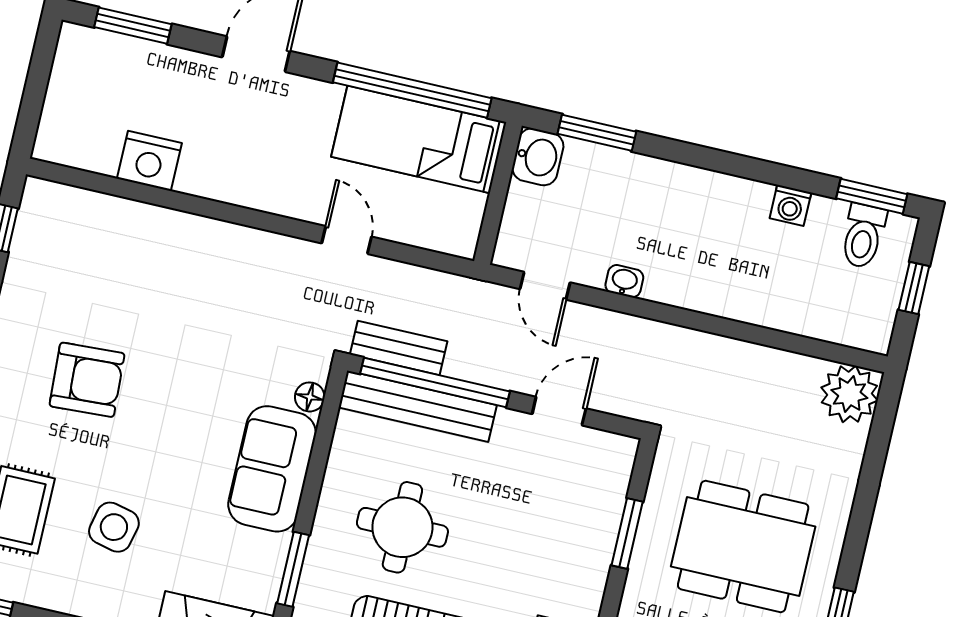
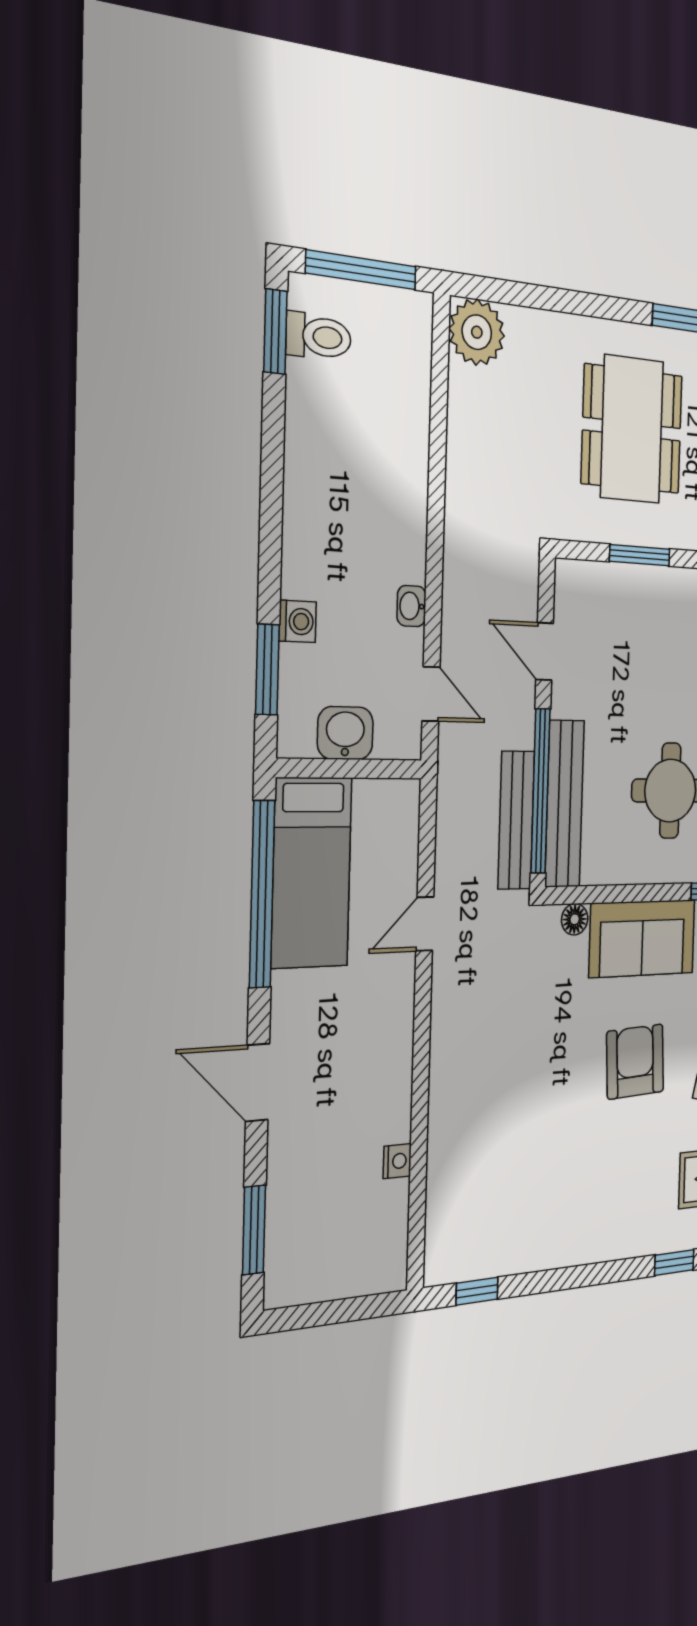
washbasin: (538, 157) -> (345, 733), moved
nightstand: (149, 161) -> (397, 1161), width x0.53, depth x0.56
washing machine: (790, 205) -> (297, 621), moved
door: (545, 286) -> (431, 694), hinge flipped
window: (914, 288) -> (361, 270), width x2.17
bench: (399, 348) -> (516, 820), width x1.36
armchair: (87, 380) -> (635, 1062), moved

